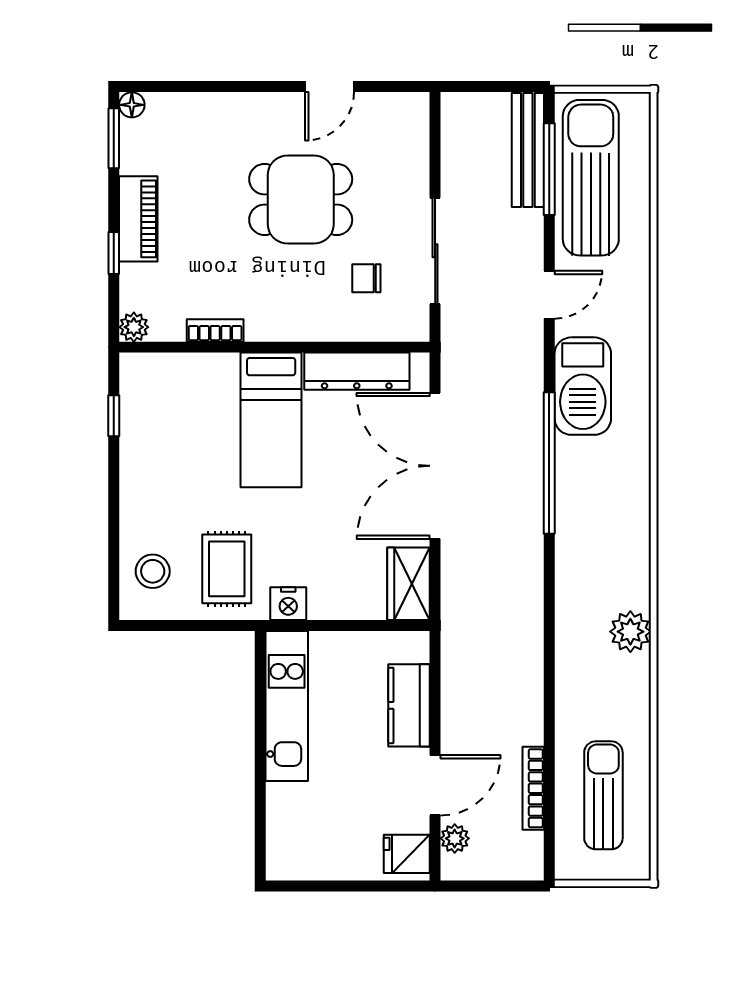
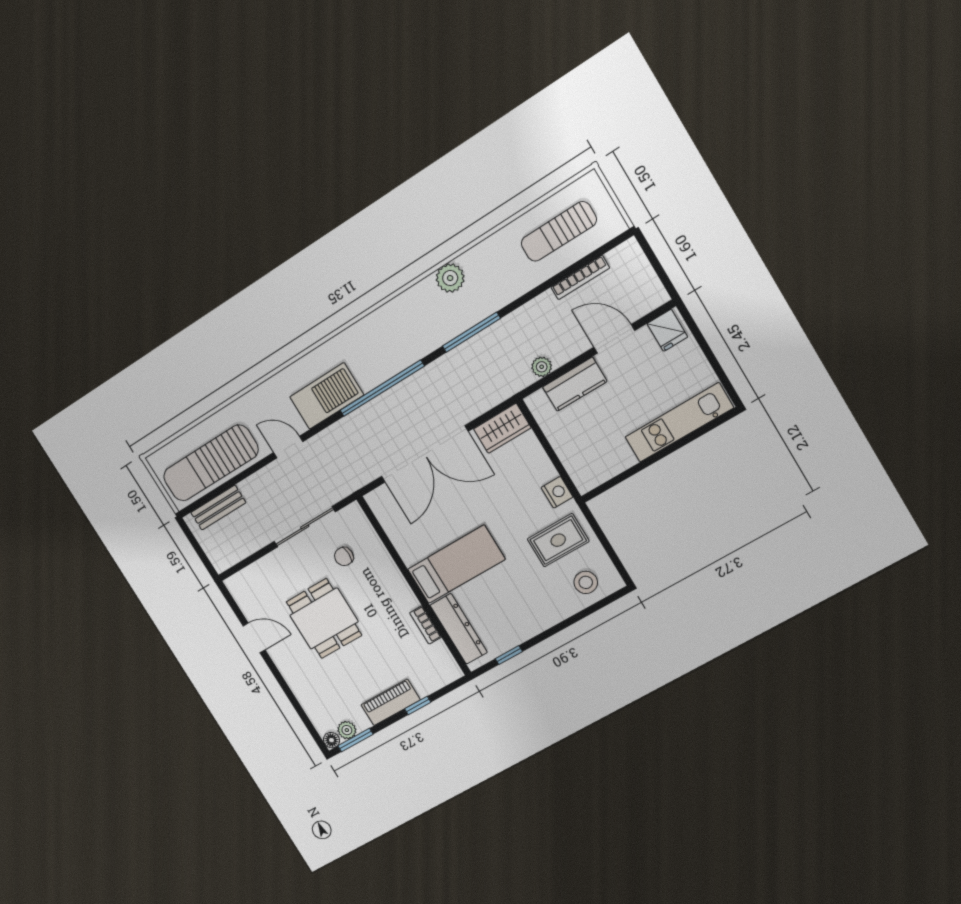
bench: (528, 150) -> (218, 508), width x0.73
window: (549, 169) -> (471, 332), moved
chair: (366, 278) -> (344, 556), turned 90
plant: (134, 327) -> (347, 730), moved
dresser: (357, 371) -> (459, 629), moved
kitchen unit: (287, 706) -> (679, 422), moved
plant: (455, 838) -> (542, 367), moved

